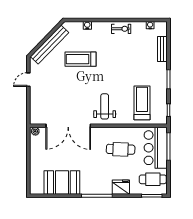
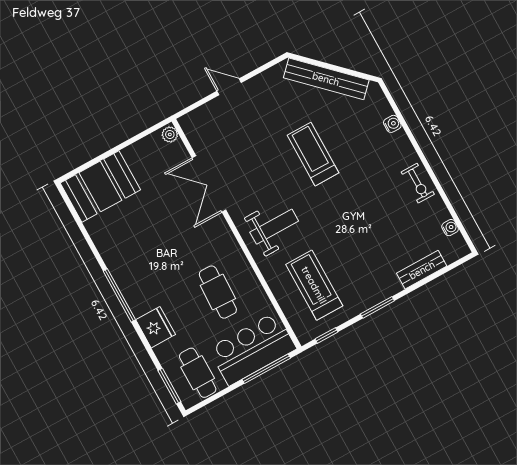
treadmill: (81, 59) -> (313, 154), moved
door: (28, 80) -> (229, 87), moved
treadmill: (142, 103) -> (314, 285), turned -90
double door: (68, 126) -> (209, 184), width x0.73
booth: (62, 183) -> (100, 186), moved, turned 90

